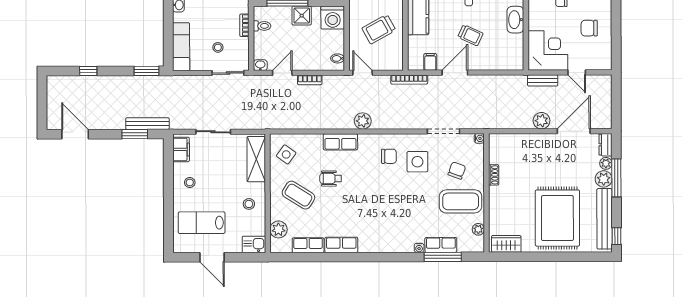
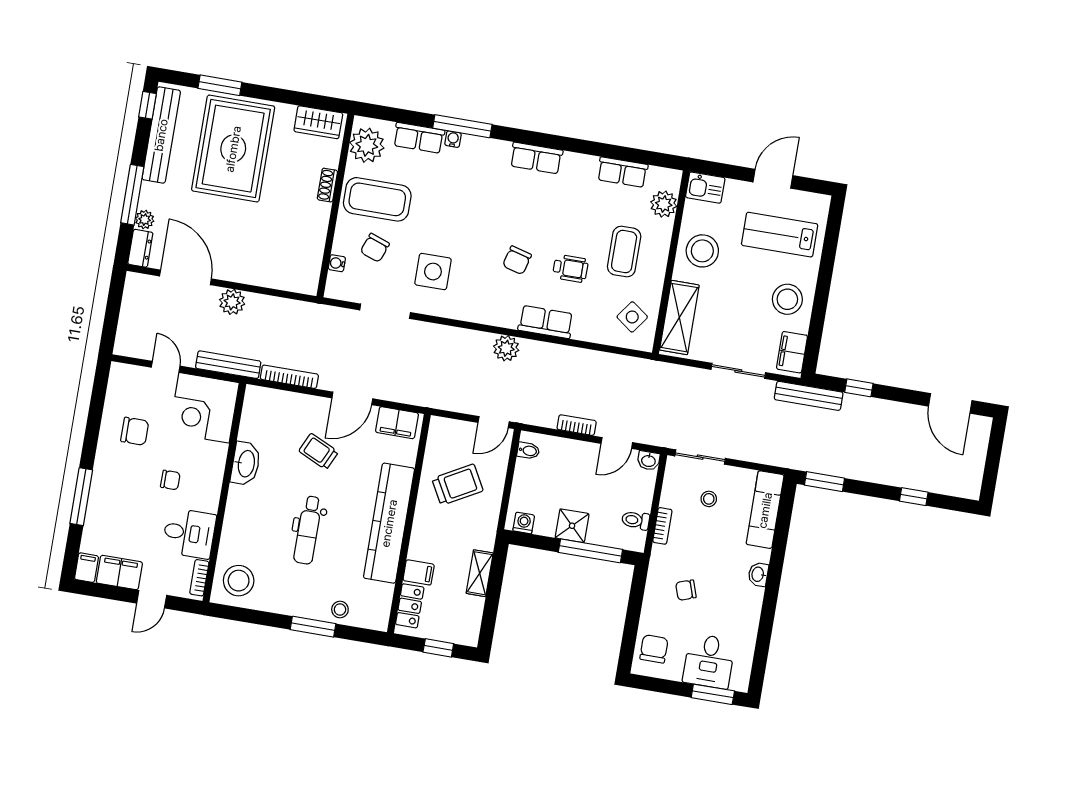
washing machine: (333, 18) -> (524, 523), width x0.53, depth x0.53
filing cabinet: (430, 62) -> (397, 423), width x2.00
door: (363, 73) -> (494, 422), hinge flipped
bookcase: (409, 80) -> (289, 377), moved
bench: (543, 80) -> (228, 365), width x1.36
bench: (147, 124) -> (809, 396), moved
door: (574, 131) -> (185, 277), swing flipped
window: (135, 134) -> (859, 388), width x0.67
water cooler: (479, 138) -> (337, 263), moved
chair: (389, 156) -> (517, 260), moved, turned -75
shoe rack: (494, 175) -> (327, 185), moved
plant: (604, 179) -> (152, 196), removed
stool: (190, 183) -> (787, 299), width x1.89, depth x1.89
coffee table: (298, 195) -> (624, 252), turned 58
stool: (249, 204) -> (702, 251), width x1.89, depth x1.89
lab bench: (202, 223) -> (780, 235), turned 180
plant: (478, 229) -> (367, 145), width x1.88, depth x1.88
row of seats: (341, 245) -> (536, 158), moved
door: (212, 257) -> (773, 179), hinge flipped
window: (443, 257) -> (462, 126), moved
window: (573, 257) -> (220, 85), added

